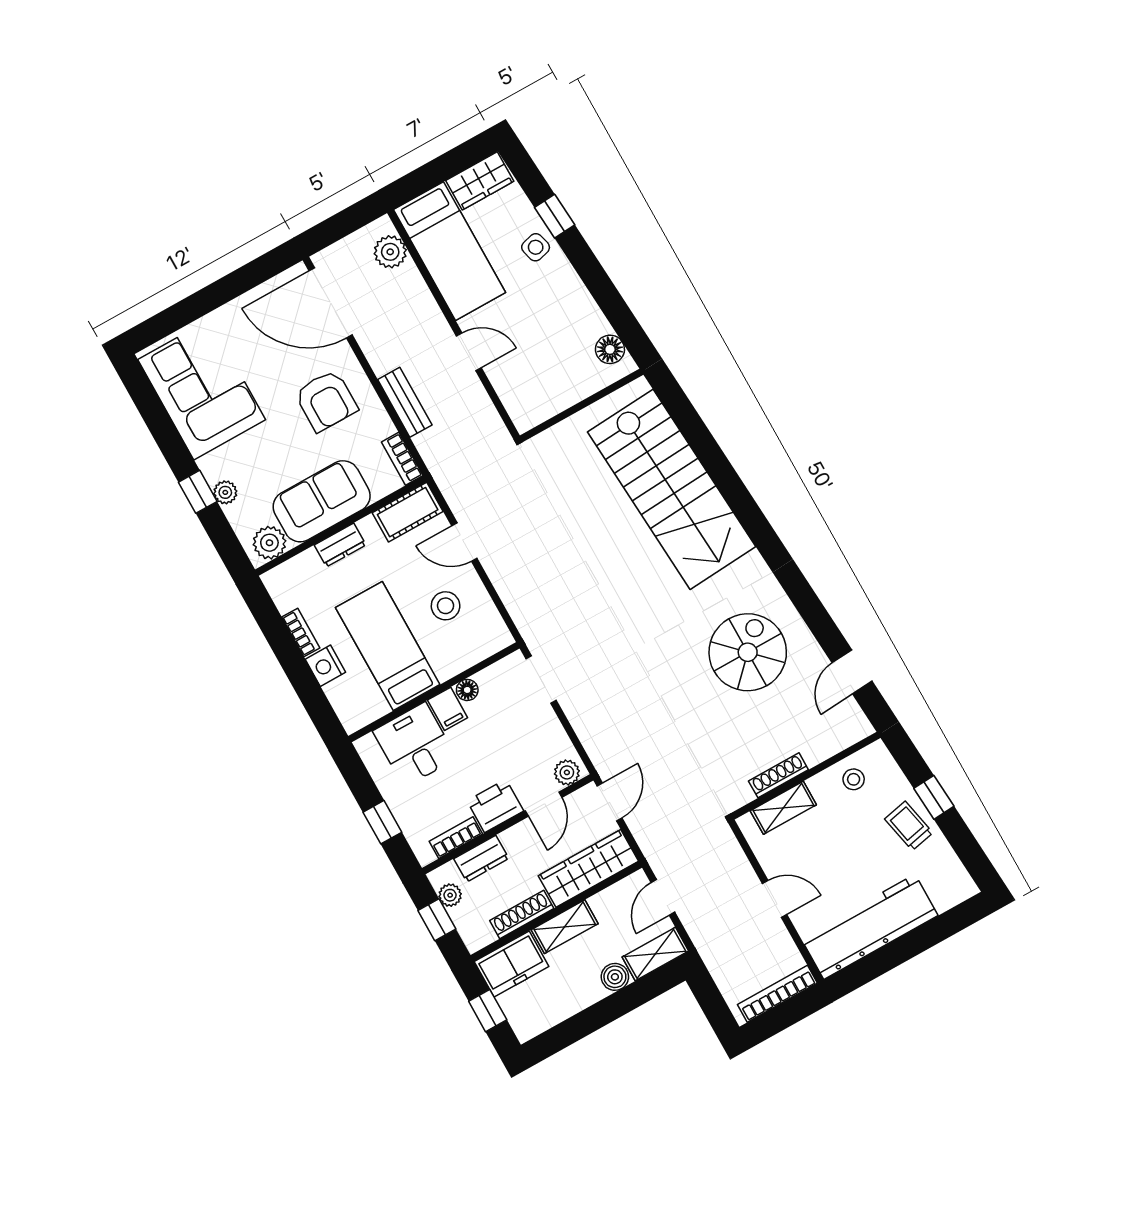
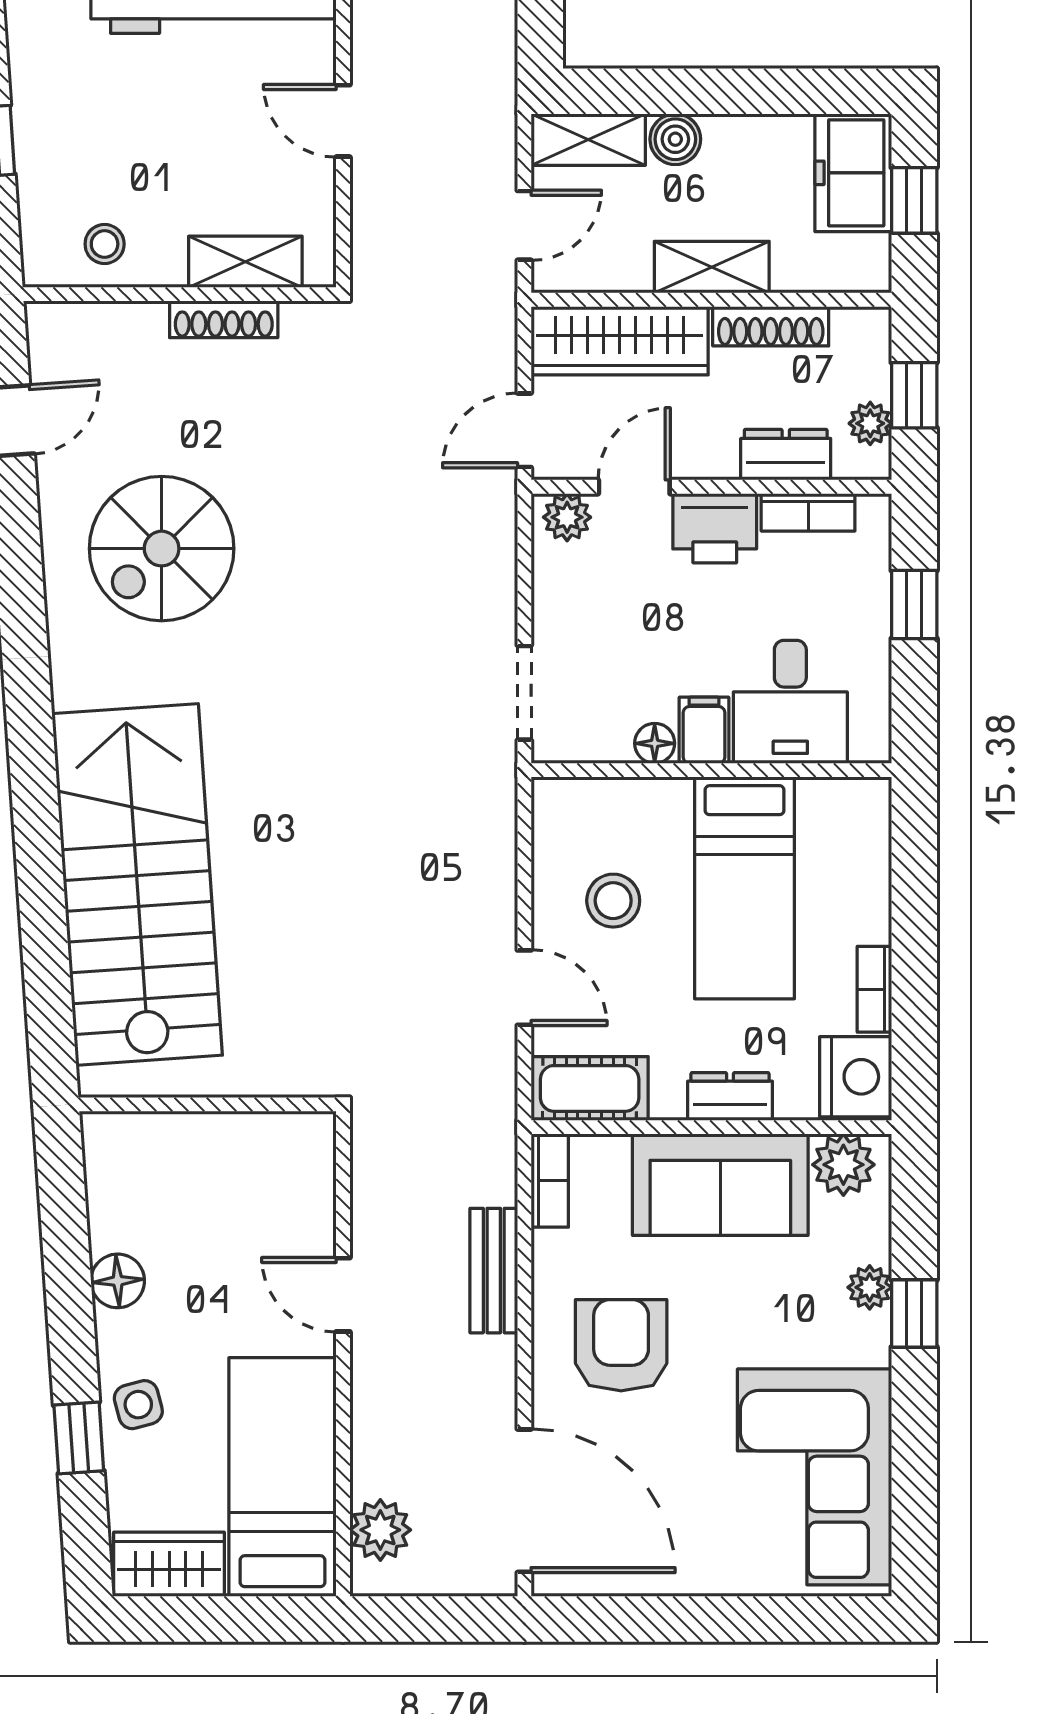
floor lamp: (610, 349) -> (118, 1281), moved
nightstand: (325, 666) -> (856, 1077), moved, width x1.36, depth x1.33
trolley: (909, 826) -> (57, 118), removed
freezer: (512, 964) -> (853, 173), moved, turned -90

